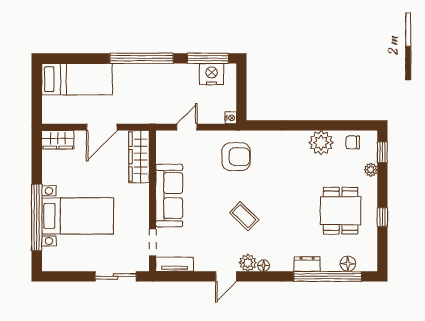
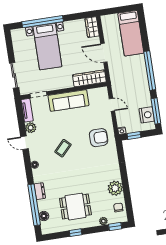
window: (241, 100) -> (134, 135), added
armchair: (236, 157) -> (99, 138), turned -90
plant: (248, 263) -> (31, 128), moved

